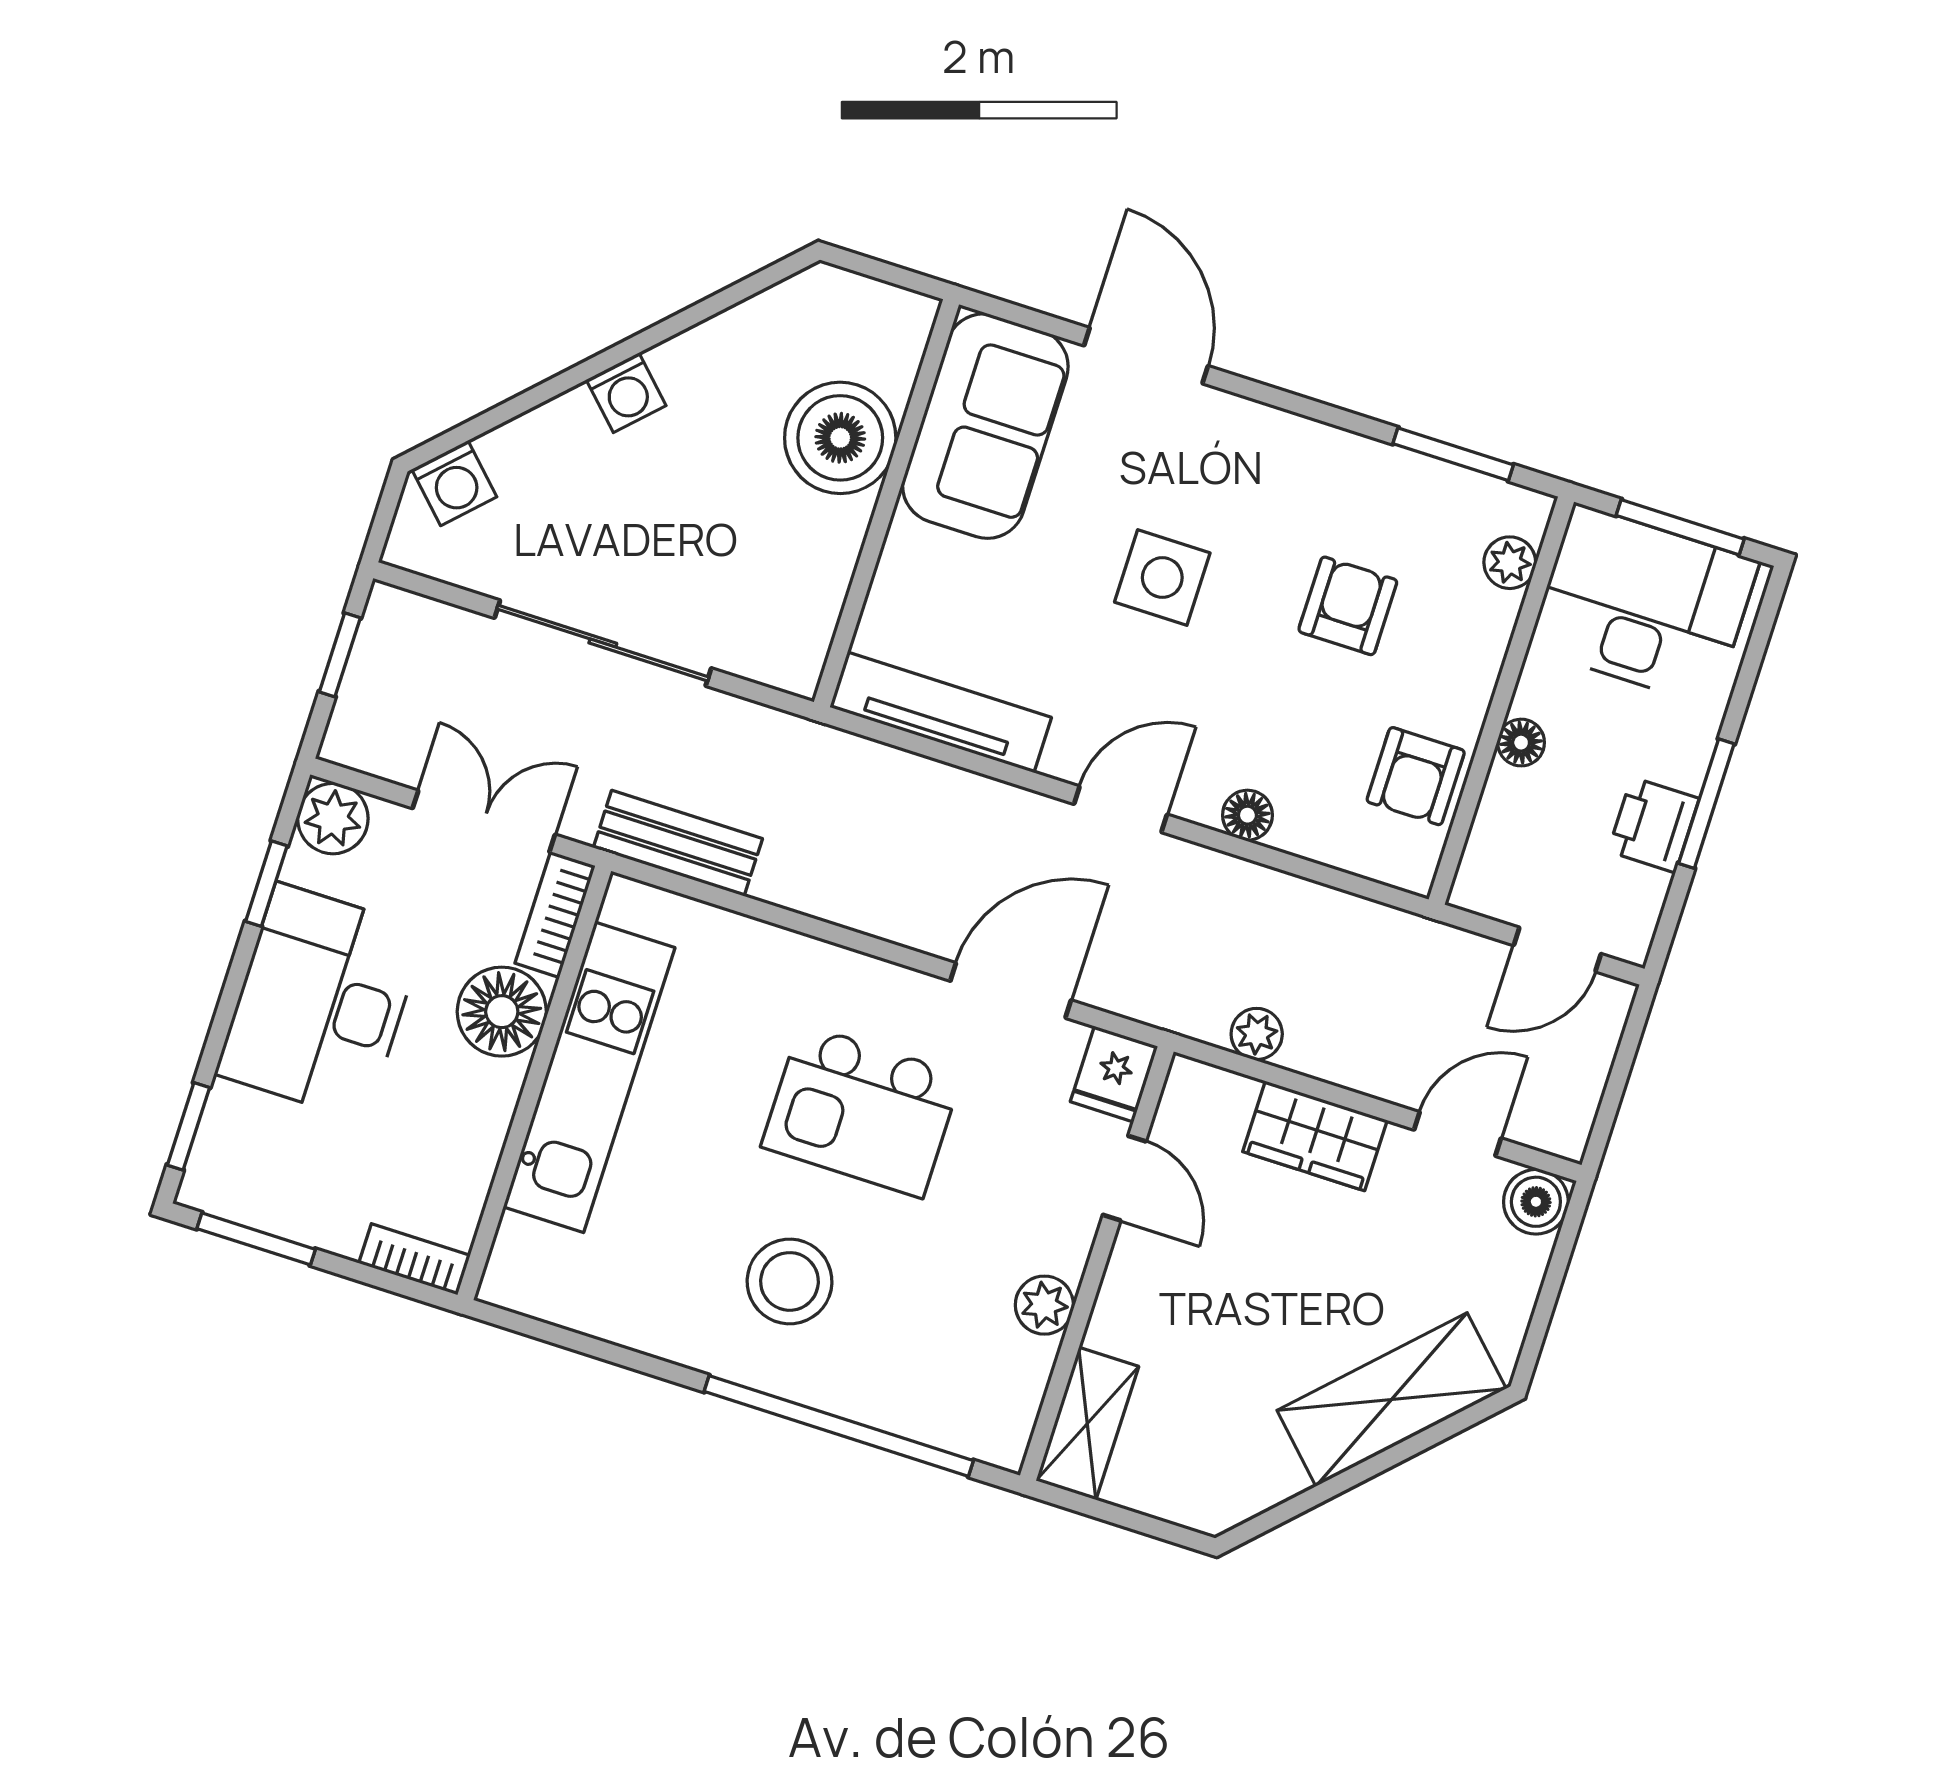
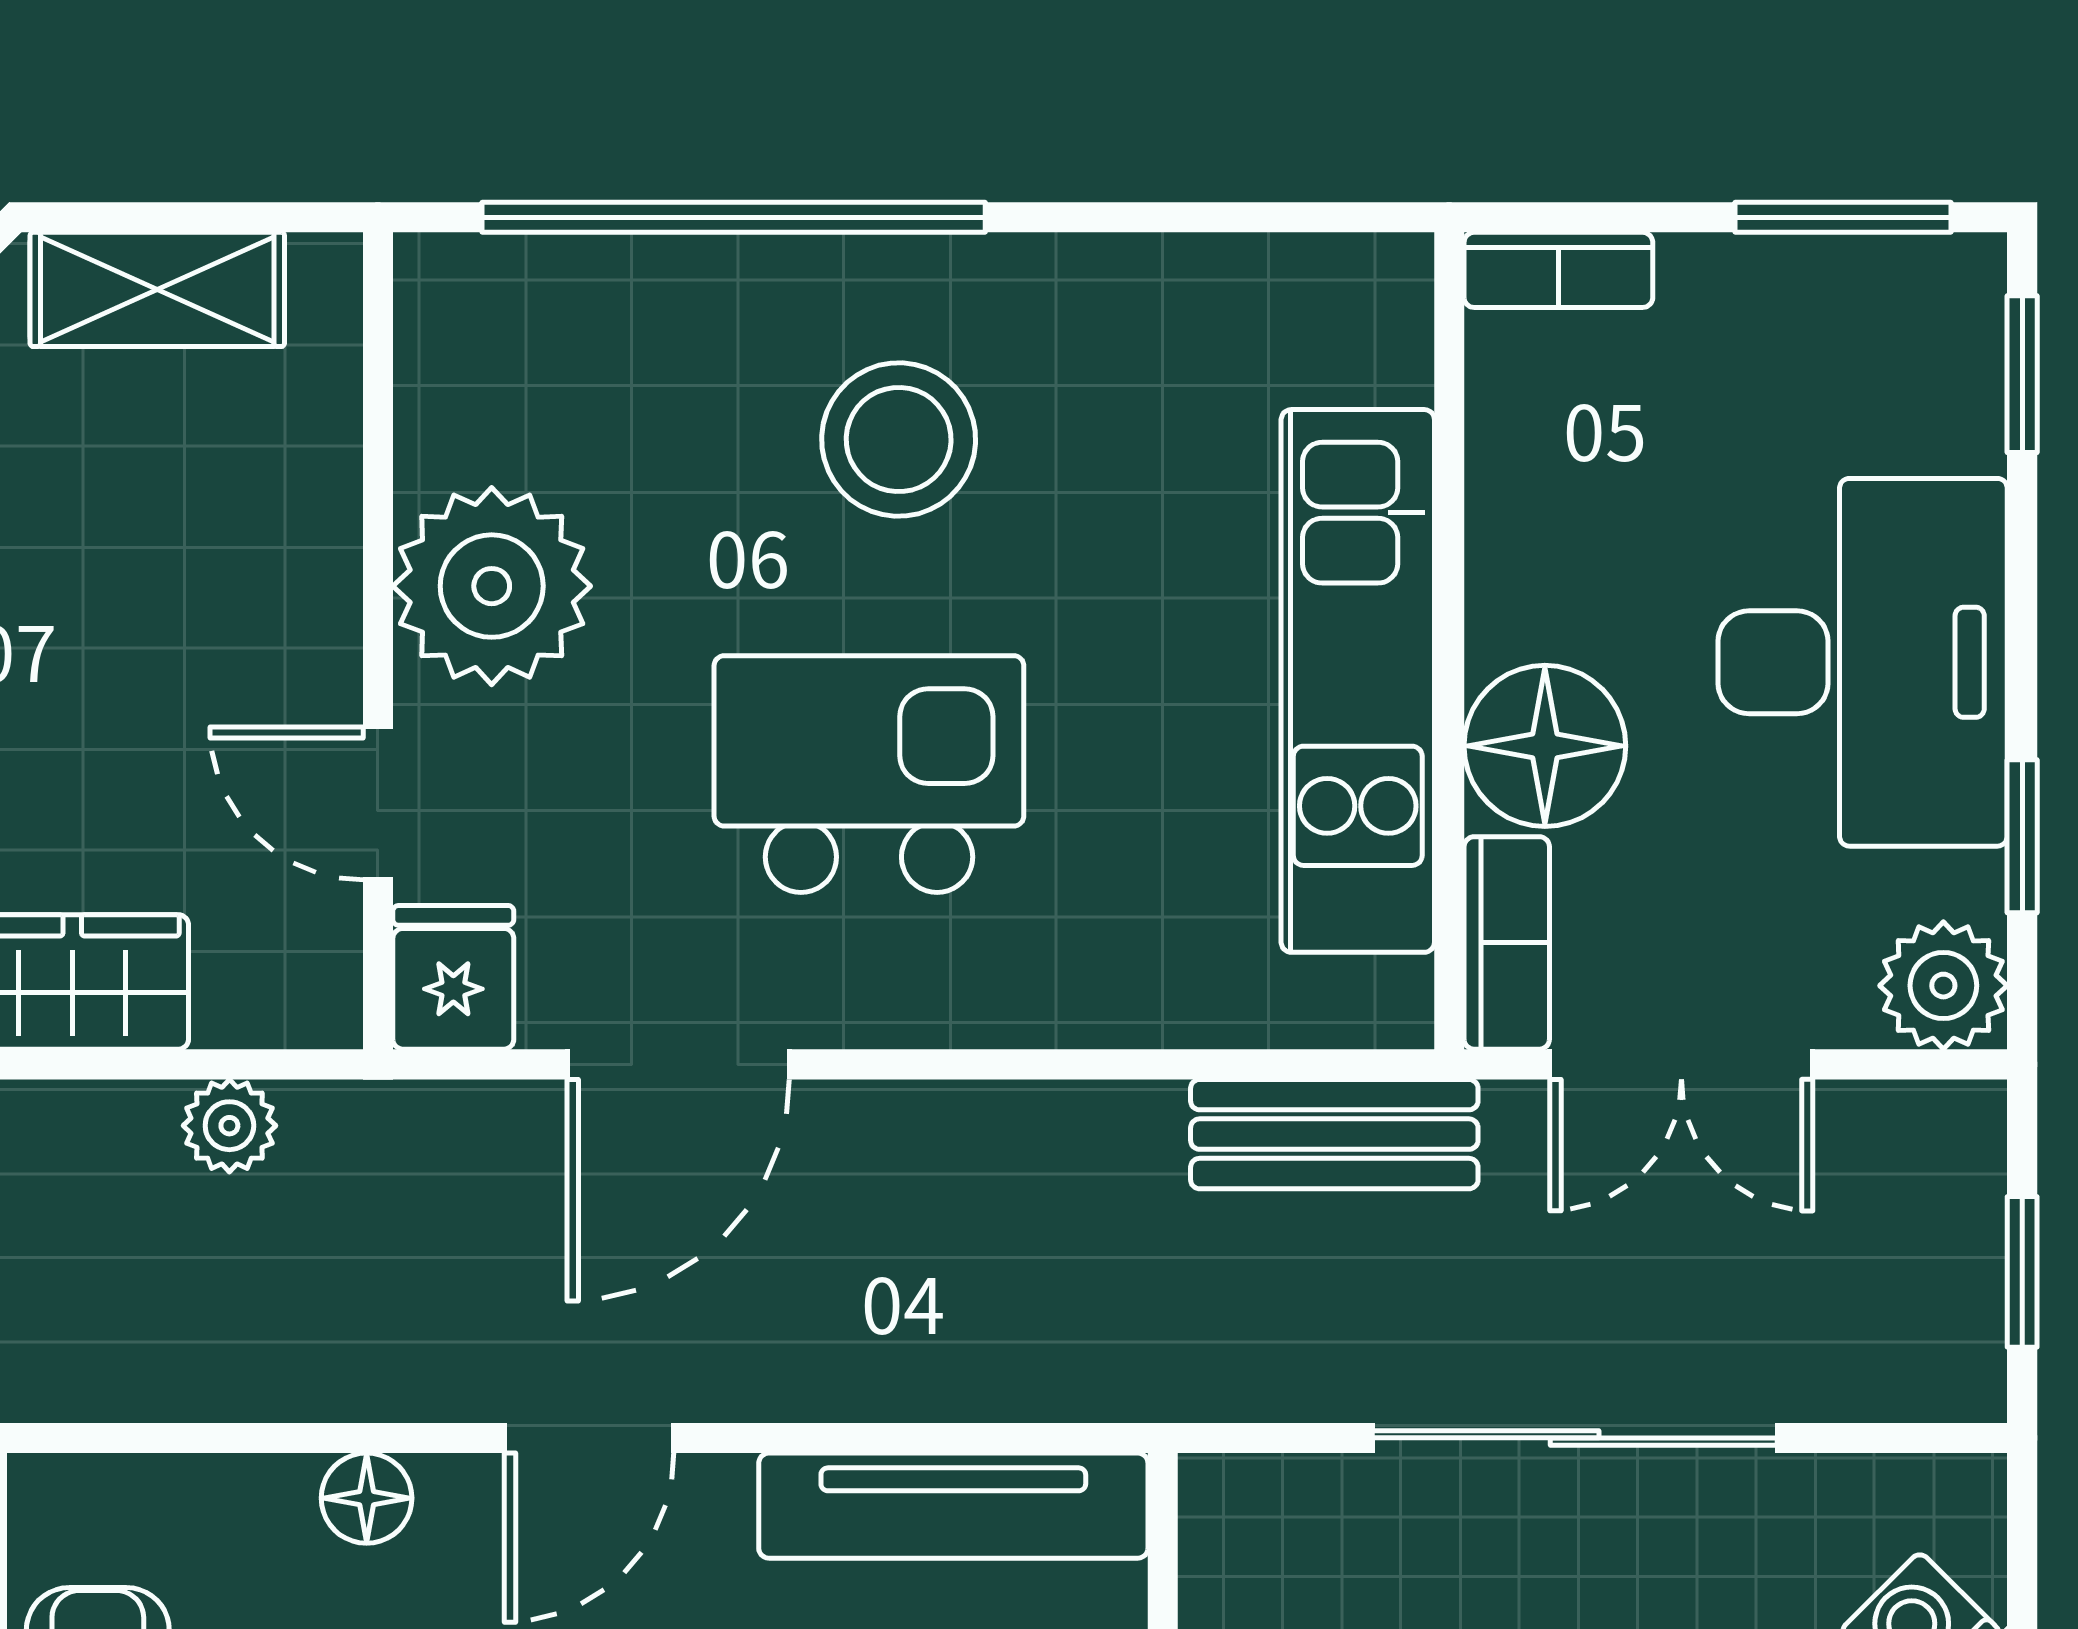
plant: (1044, 1305) -> (492, 586), width x1.88, depth x1.88
shelving: (1087, 1424) -> (157, 289), moved, turned 90

